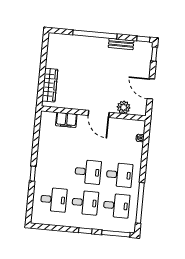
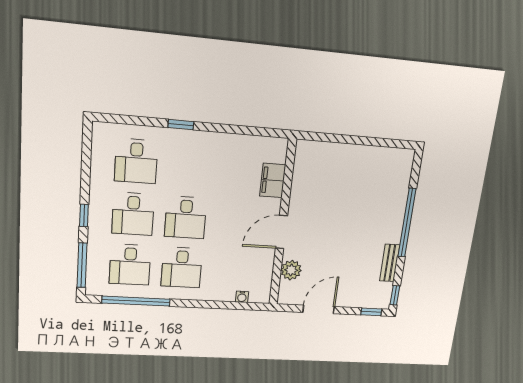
wardrobe: (50, 85) -> (331, 152), removed

